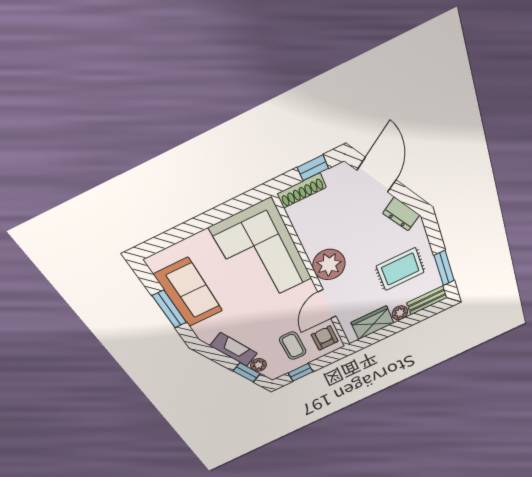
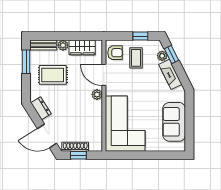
door: (377, 175) -> (47, 136), hinge flipped
shoe rack: (302, 191) -> (75, 147), moved
plant: (329, 265) -> (97, 94), width x0.53, depth x0.53
door: (327, 304) -> (104, 75), swing flipped
window: (169, 309) -> (189, 118), removed
armchair: (325, 338) -> (115, 53), turned -90

